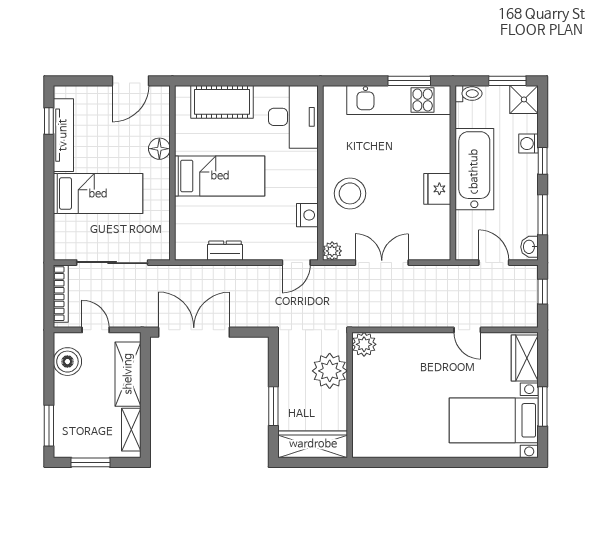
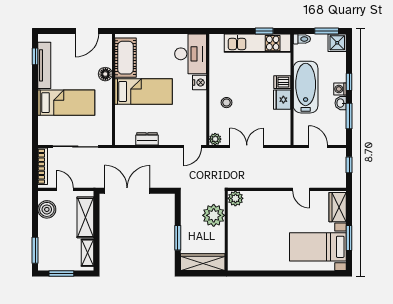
window: (409, 81) -> (264, 31), width x0.67
cot: (222, 102) -> (125, 58), moved, turned 90
washing machine: (528, 144) -> (340, 89), moved
dishwasher: (437, 161) -> (282, 82), added
stool: (350, 193) -> (227, 103), width x0.53, depth x0.53
nightstand: (307, 215) -> (199, 83), moved
washbasin: (529, 247) -> (341, 103), moved

